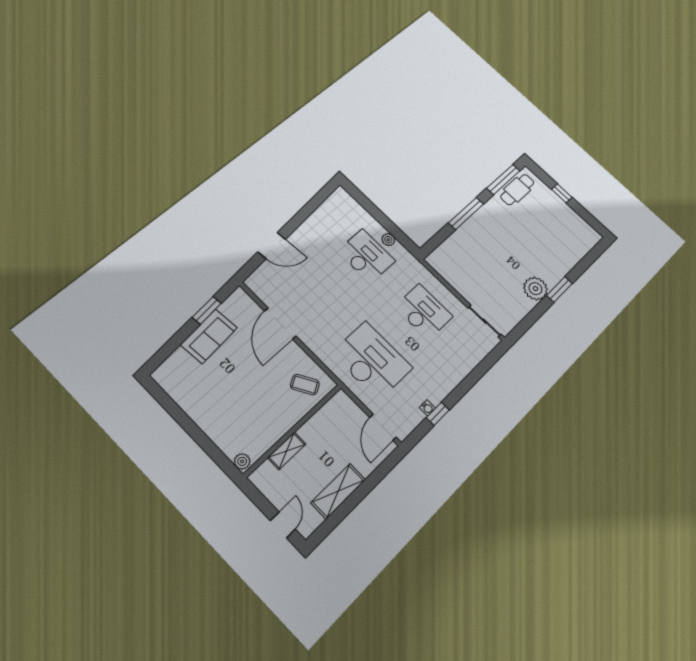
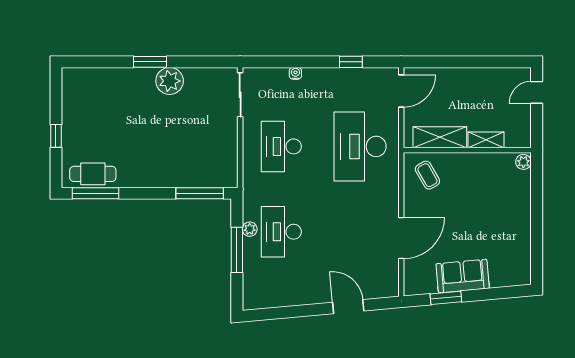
window: (466, 213) -> (200, 193), moved
window: (383, 219) -> (237, 250), added
water cooler: (427, 408) -> (295, 73), moved
shelving: (338, 491) -> (440, 137), moved

